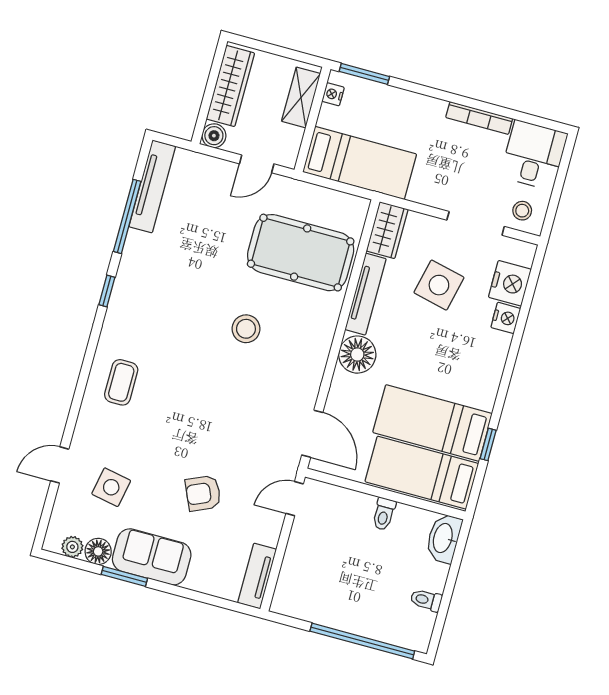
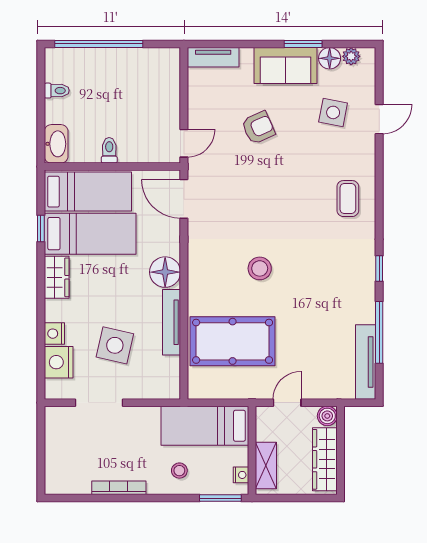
desk: (534, 155) -> (67, 470), removed
stool: (522, 211) -> (179, 471), moved
wardrobe: (387, 230) -> (57, 277), moved, turned 180
tv unit: (257, 576) -> (213, 57), moved, turned 90

